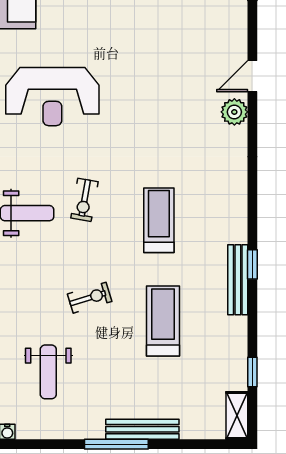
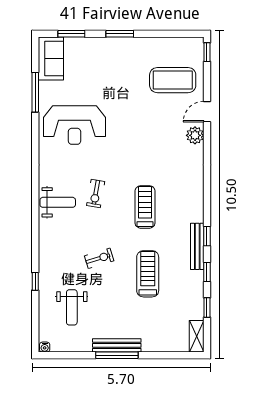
coffee table: (201, 29) -> (173, 80), added
window: (252, 318) -> (207, 272), added
bench: (142, 429) -> (117, 345), moved

